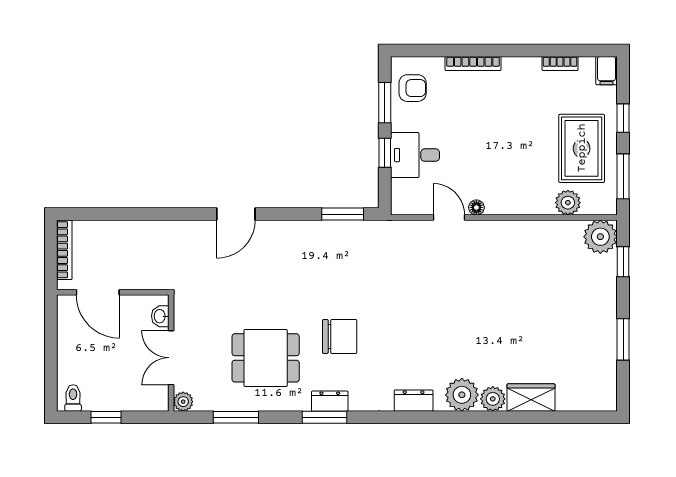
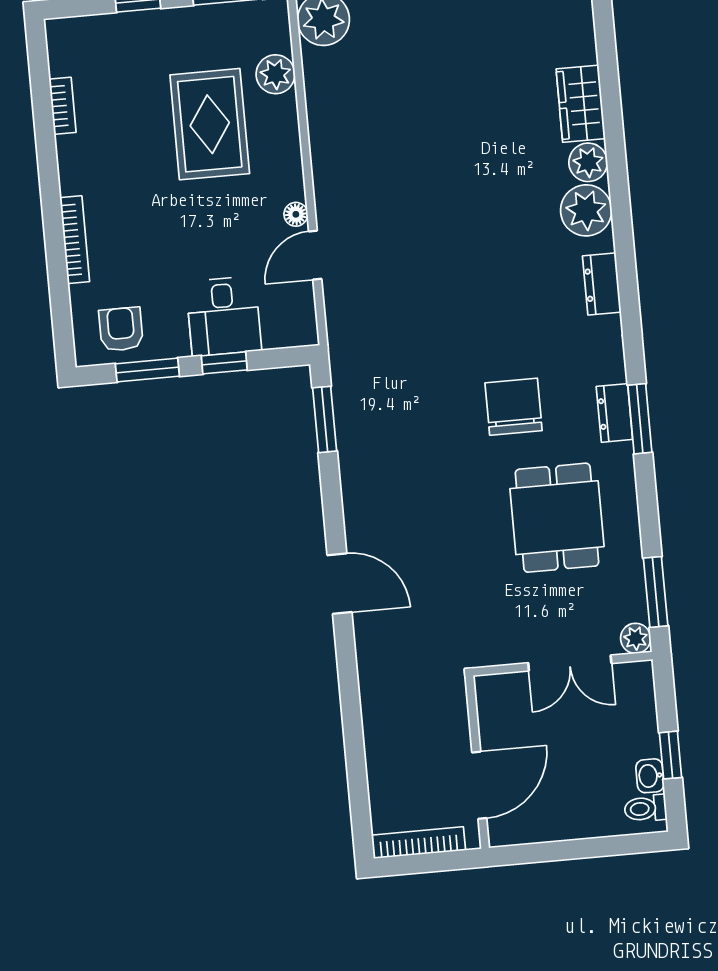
filing cabinet: (607, 71) -> (67, 33), removed
rug: (582, 148) -> (210, 124), moved, turned 90
washbasin: (160, 316) -> (650, 776), moved, turned 90
window: (236, 417) -> (656, 592), moved

